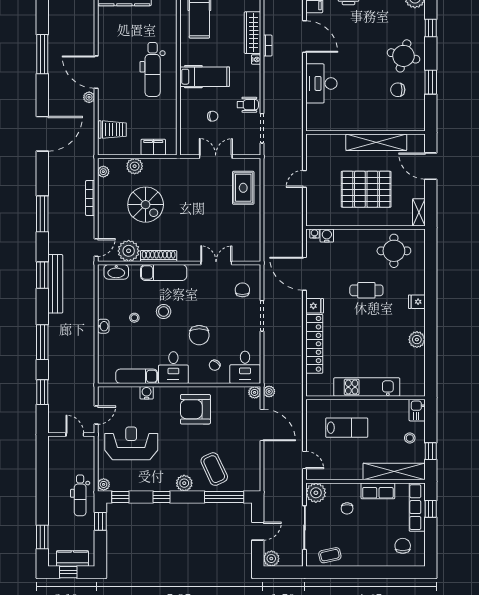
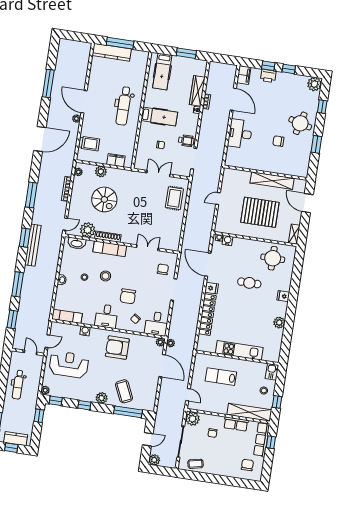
chair: (398, 90) -> (278, 141), moved
exam couch: (137, 376) -> (67, 316), moved
lab bench: (347, 428) -> (221, 377), turned 180
dental chair: (80, 495) -> (18, 385), moved

